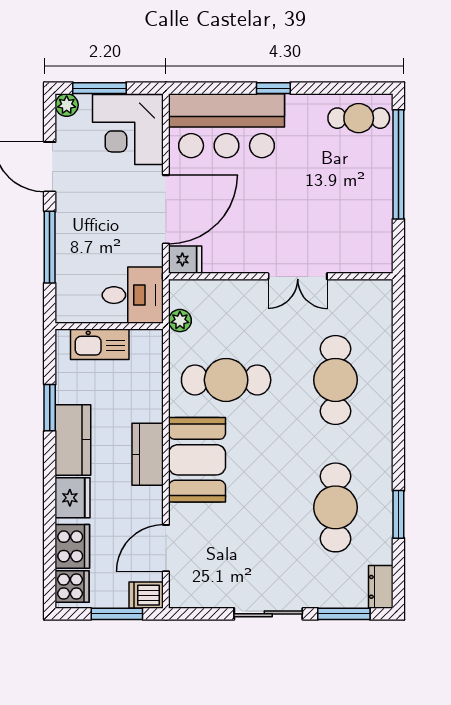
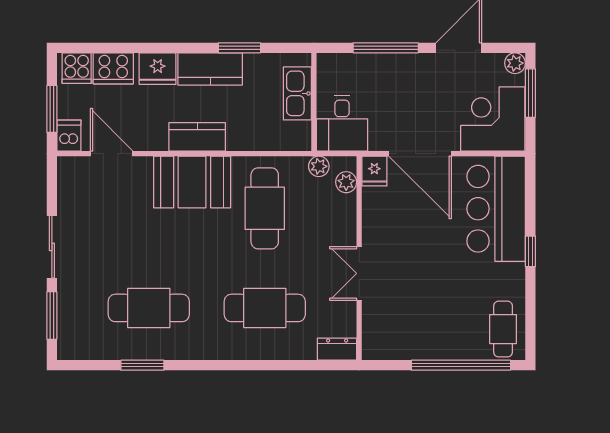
plant: (197, 291) -> (346, 182), added
dresser: (381, 587) -> (337, 349), moved

